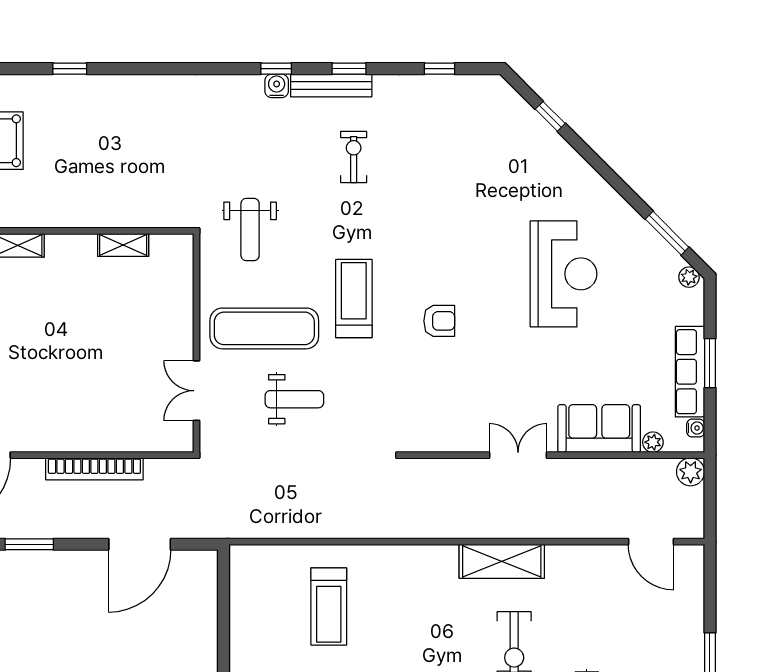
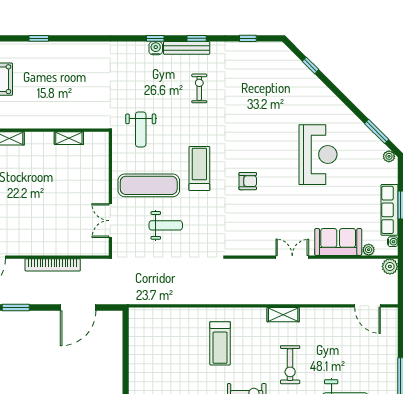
shelving: (502, 561) -> (283, 315), width x0.67, depth x0.75
treadmill: (329, 607) -> (220, 343), moved

